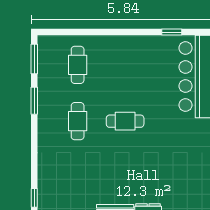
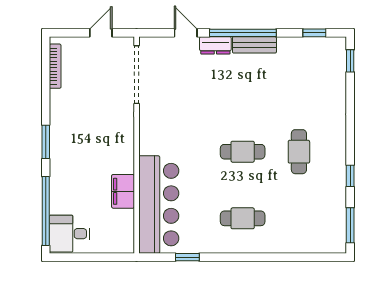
cafe table: (78, 65) -> (243, 218), moved, turned 90
window: (34, 101) -> (350, 176), width x0.67

